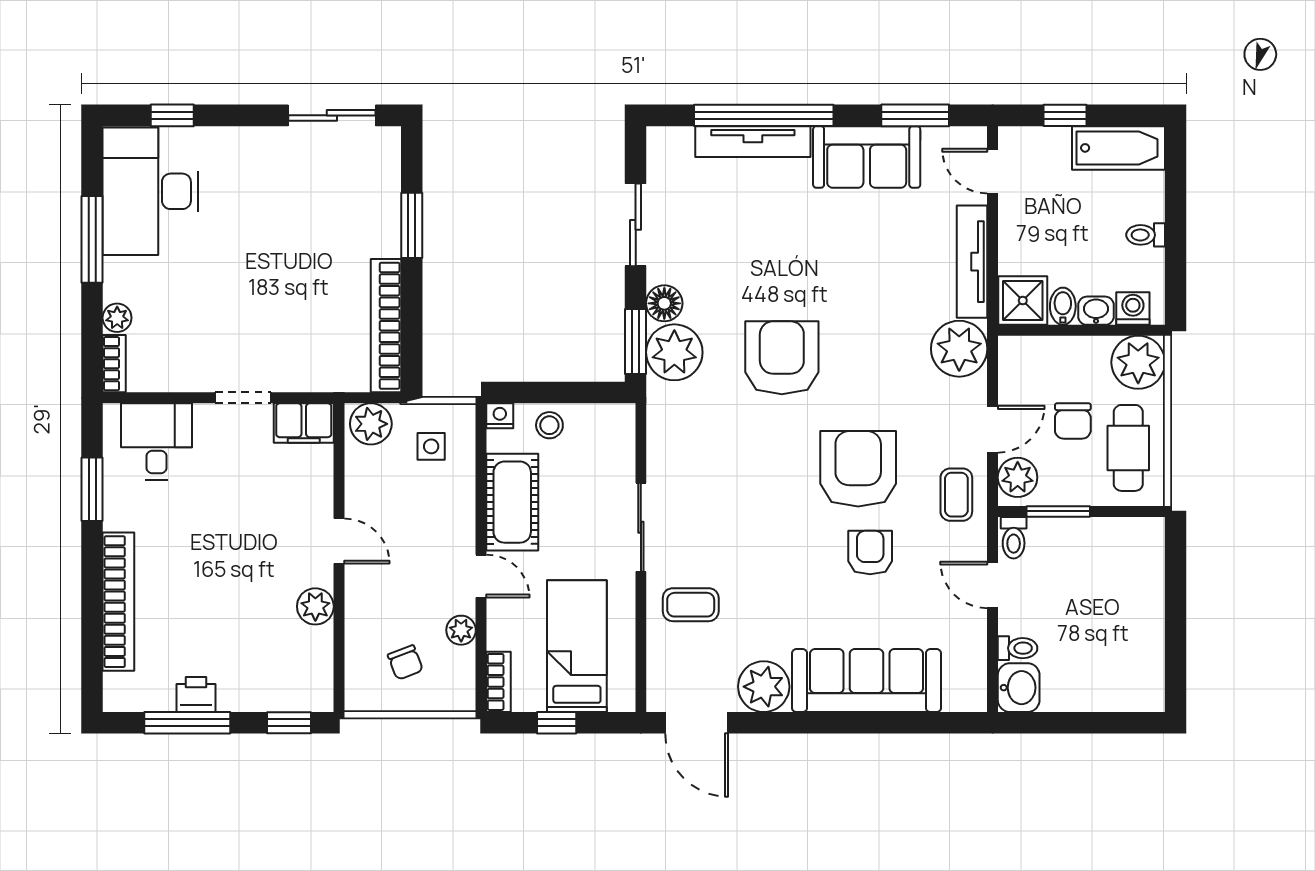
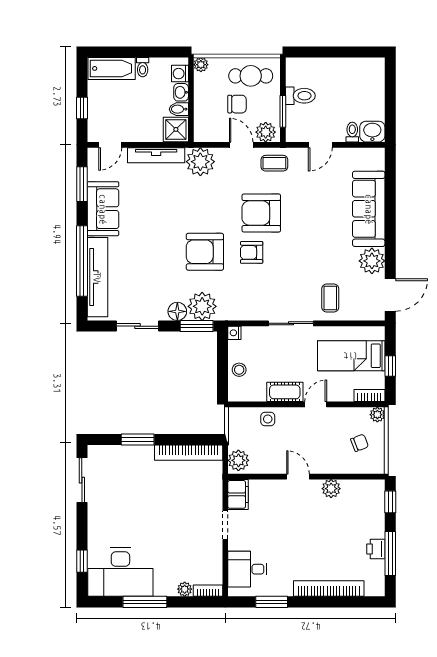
tv unit: (753, 142) -> (97, 277), width x1.36, depth x1.29
bathtub: (1118, 148) -> (112, 68), moved, turned 90
plant: (1138, 362) -> (201, 65), width x0.53, depth x0.53
nightstand: (500, 416) -> (234, 333), moved
side table: (431, 446) -> (268, 419), moved
cot: (512, 502) -> (285, 392), width x0.73, depth x0.75
toilet: (1014, 538) -> (300, 96), moved, width x1.37, depth x1.39
door: (339, 541) -> (298, 477), hinge flipped
armchair: (870, 553) -> (252, 252), moved
plant: (461, 630) -> (377, 415), moved

